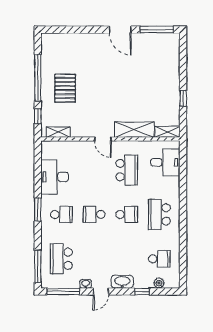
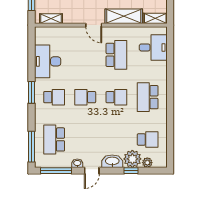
plant: (143, 279) -> (132, 159), added

